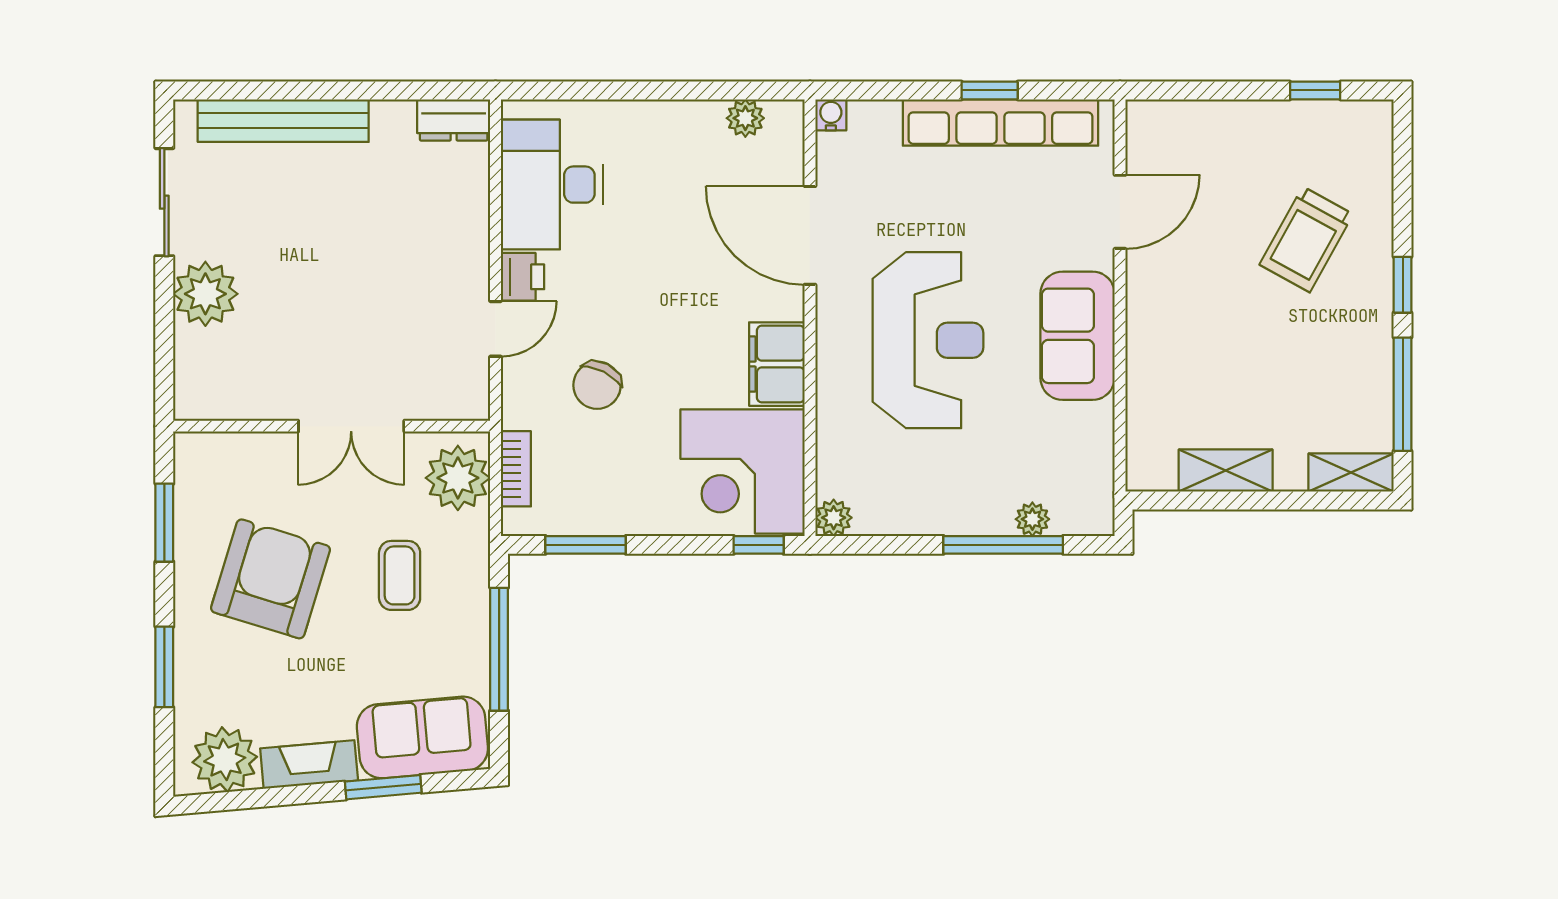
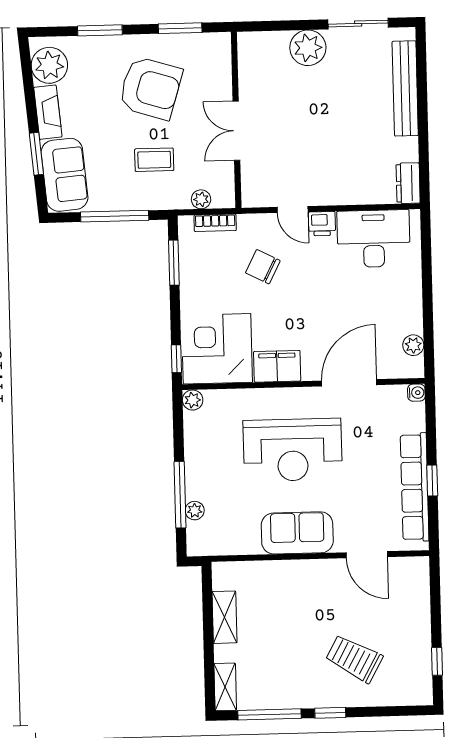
plant: (458, 478) -> (201, 199), width x0.53, depth x0.53

